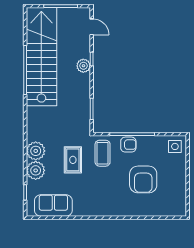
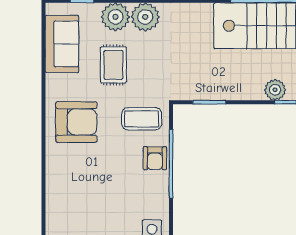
rug: (73, 160) -> (113, 65), moved, turned 90
armchair: (143, 179) -> (76, 122), moved, turned 180

